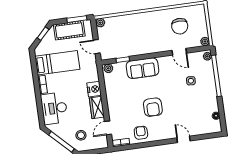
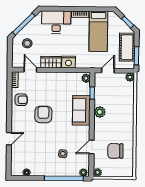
plant: (141, 49) -> (100, 112), added
armchair: (153, 107) -> (43, 114), turned 90

